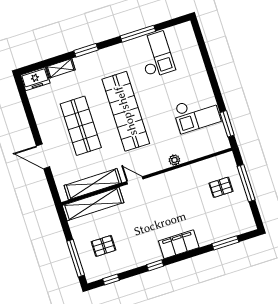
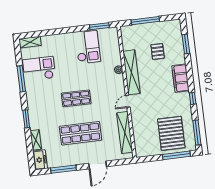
shelving: (189, 36) -> (30, 42), added
shop shelf: (126, 111) -> (76, 98), width x0.50, depth x0.74
window: (29, 112) -> (63, 169), added
pallet: (221, 187) -> (158, 51), moved
shelving: (93, 204) -> (131, 72), moved
pallet: (103, 246) -> (171, 133), width x2.05, depth x2.00
window: (111, 280) -> (197, 133), width x2.17

